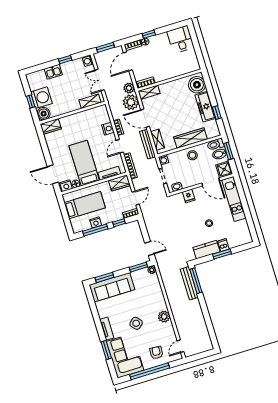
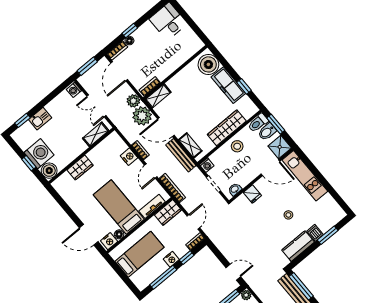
window: (65, 60) -> (22, 120), moved
wardrobe: (51, 126) -> (80, 168), moved
nightstand: (96, 222) -> (171, 259), moved
window: (222, 254) -> (328, 235), moved

